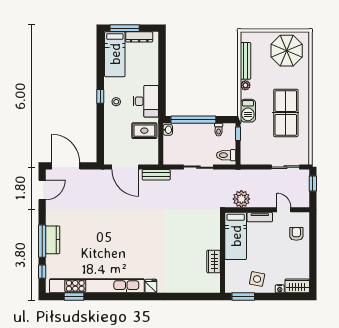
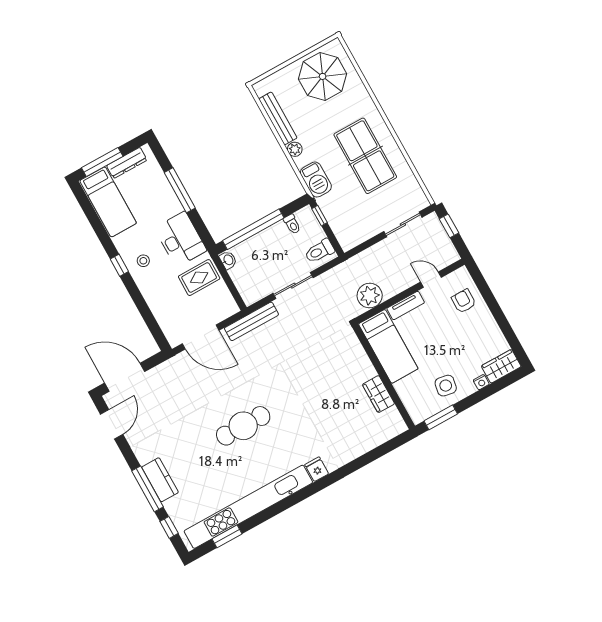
window: (162, 71) -> (180, 190), added
bench: (156, 175) -> (251, 321), width x1.36
cafe table: (121, 235) -> (243, 426), added

